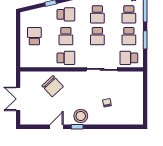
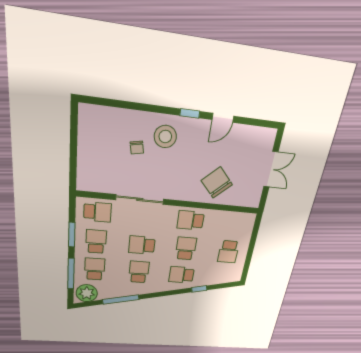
school desk: (97, 36) -> (142, 245), turned -90
stool: (81, 116) -> (165, 137), moved

